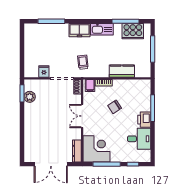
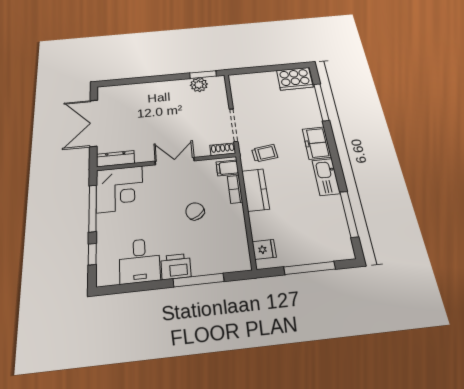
cooker: (133, 31) -> (295, 79), moved, turned -90
fridge: (44, 71) -> (264, 249), moved
kitchen counter: (122, 71) -> (255, 190), moved

